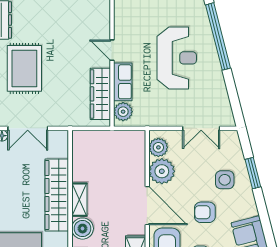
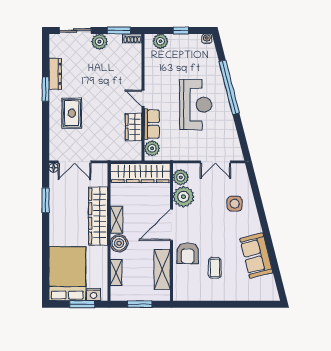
rug: (24, 68) -> (72, 113), width x0.73, depth x0.70
wardrobe: (100, 94) -> (134, 127), width x0.67
wardrobe: (109, 142) -> (140, 173), added
window: (253, 173) -> (257, 198), removed
door: (147, 206) -> (172, 225), swing flipped
armchair: (205, 212) -> (218, 230), removed

